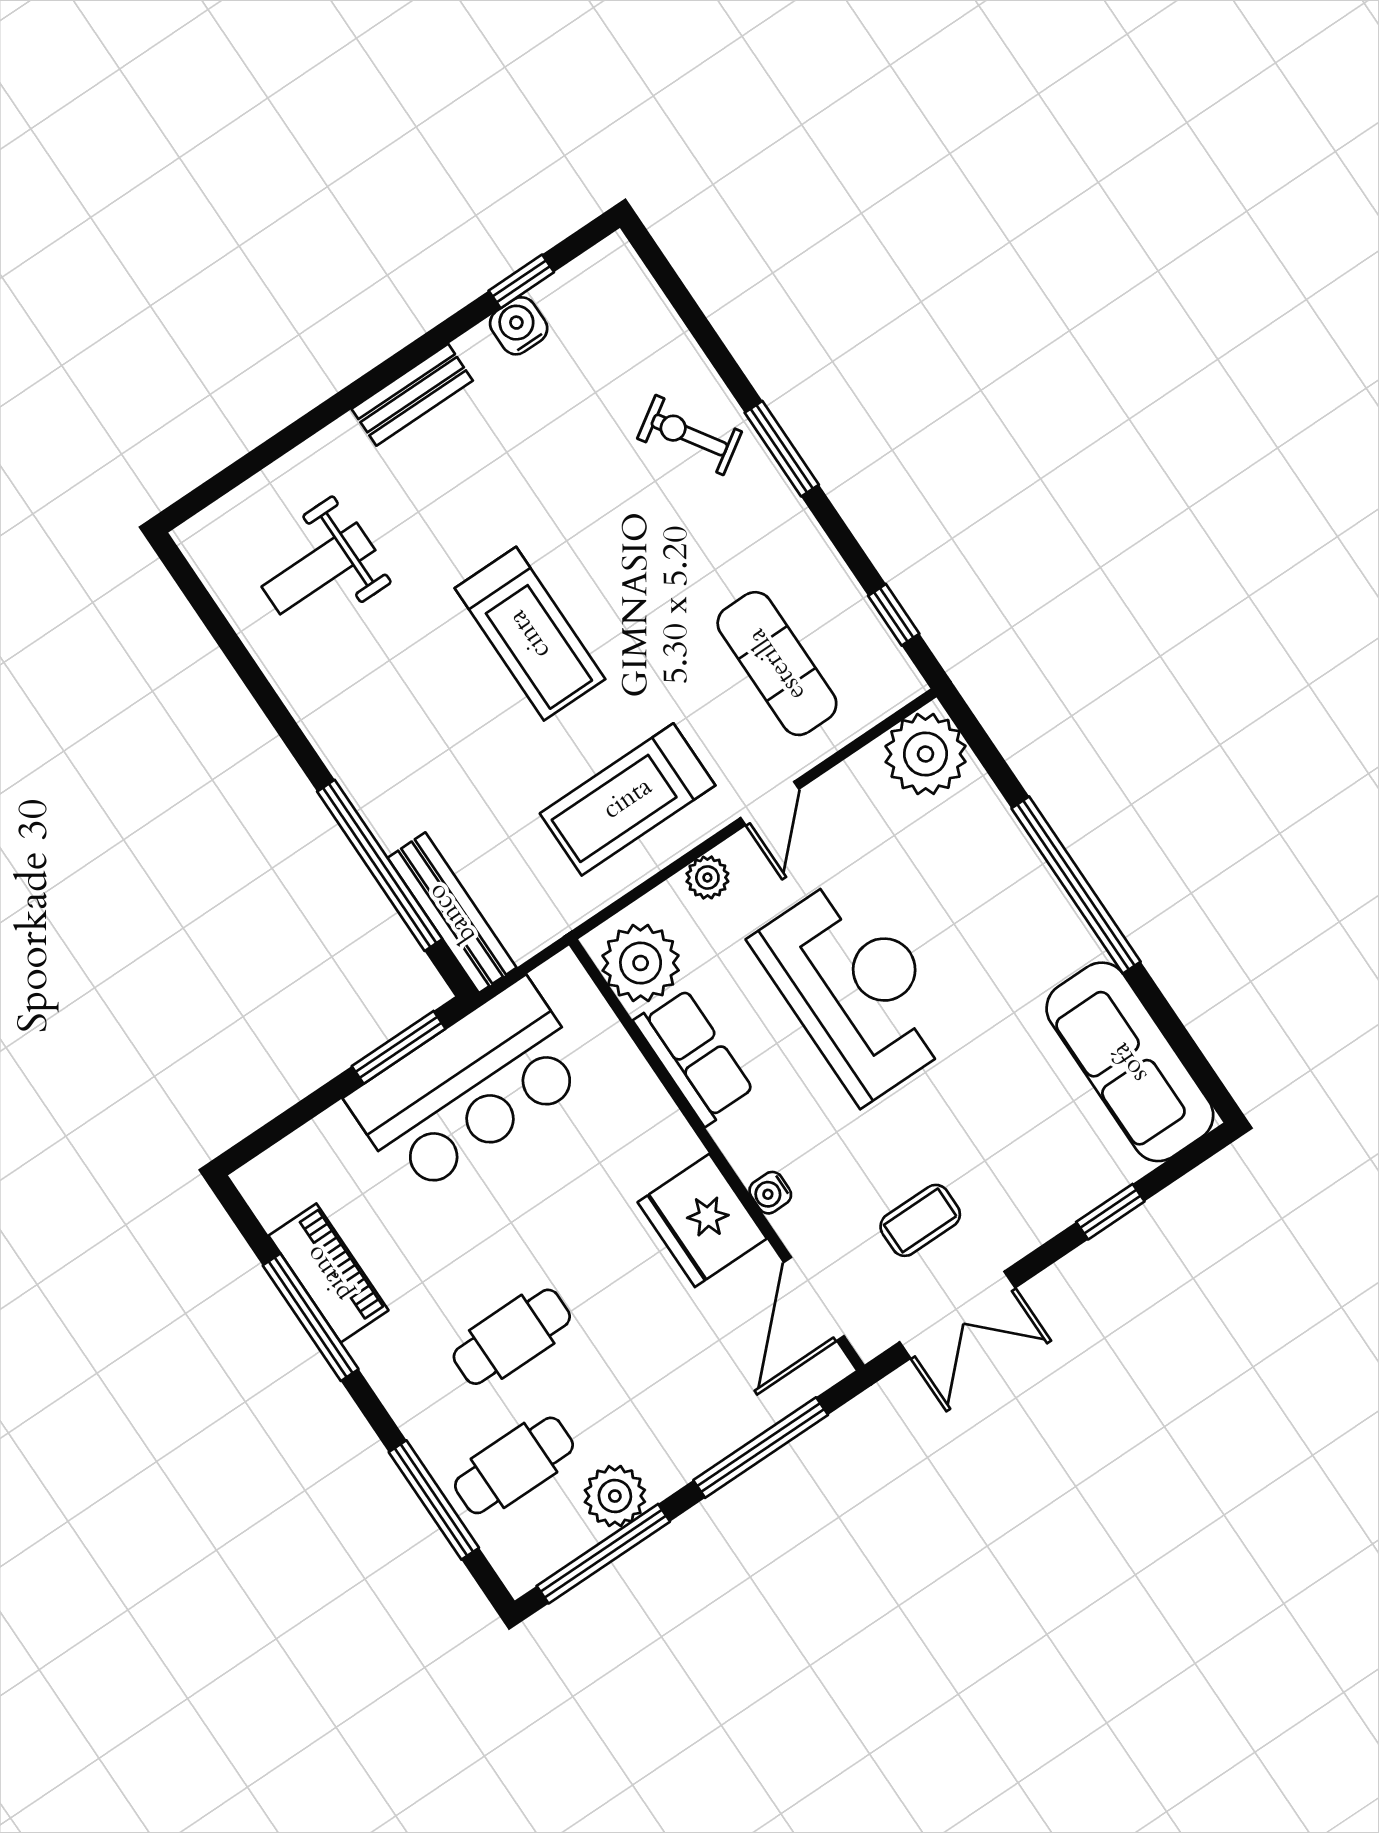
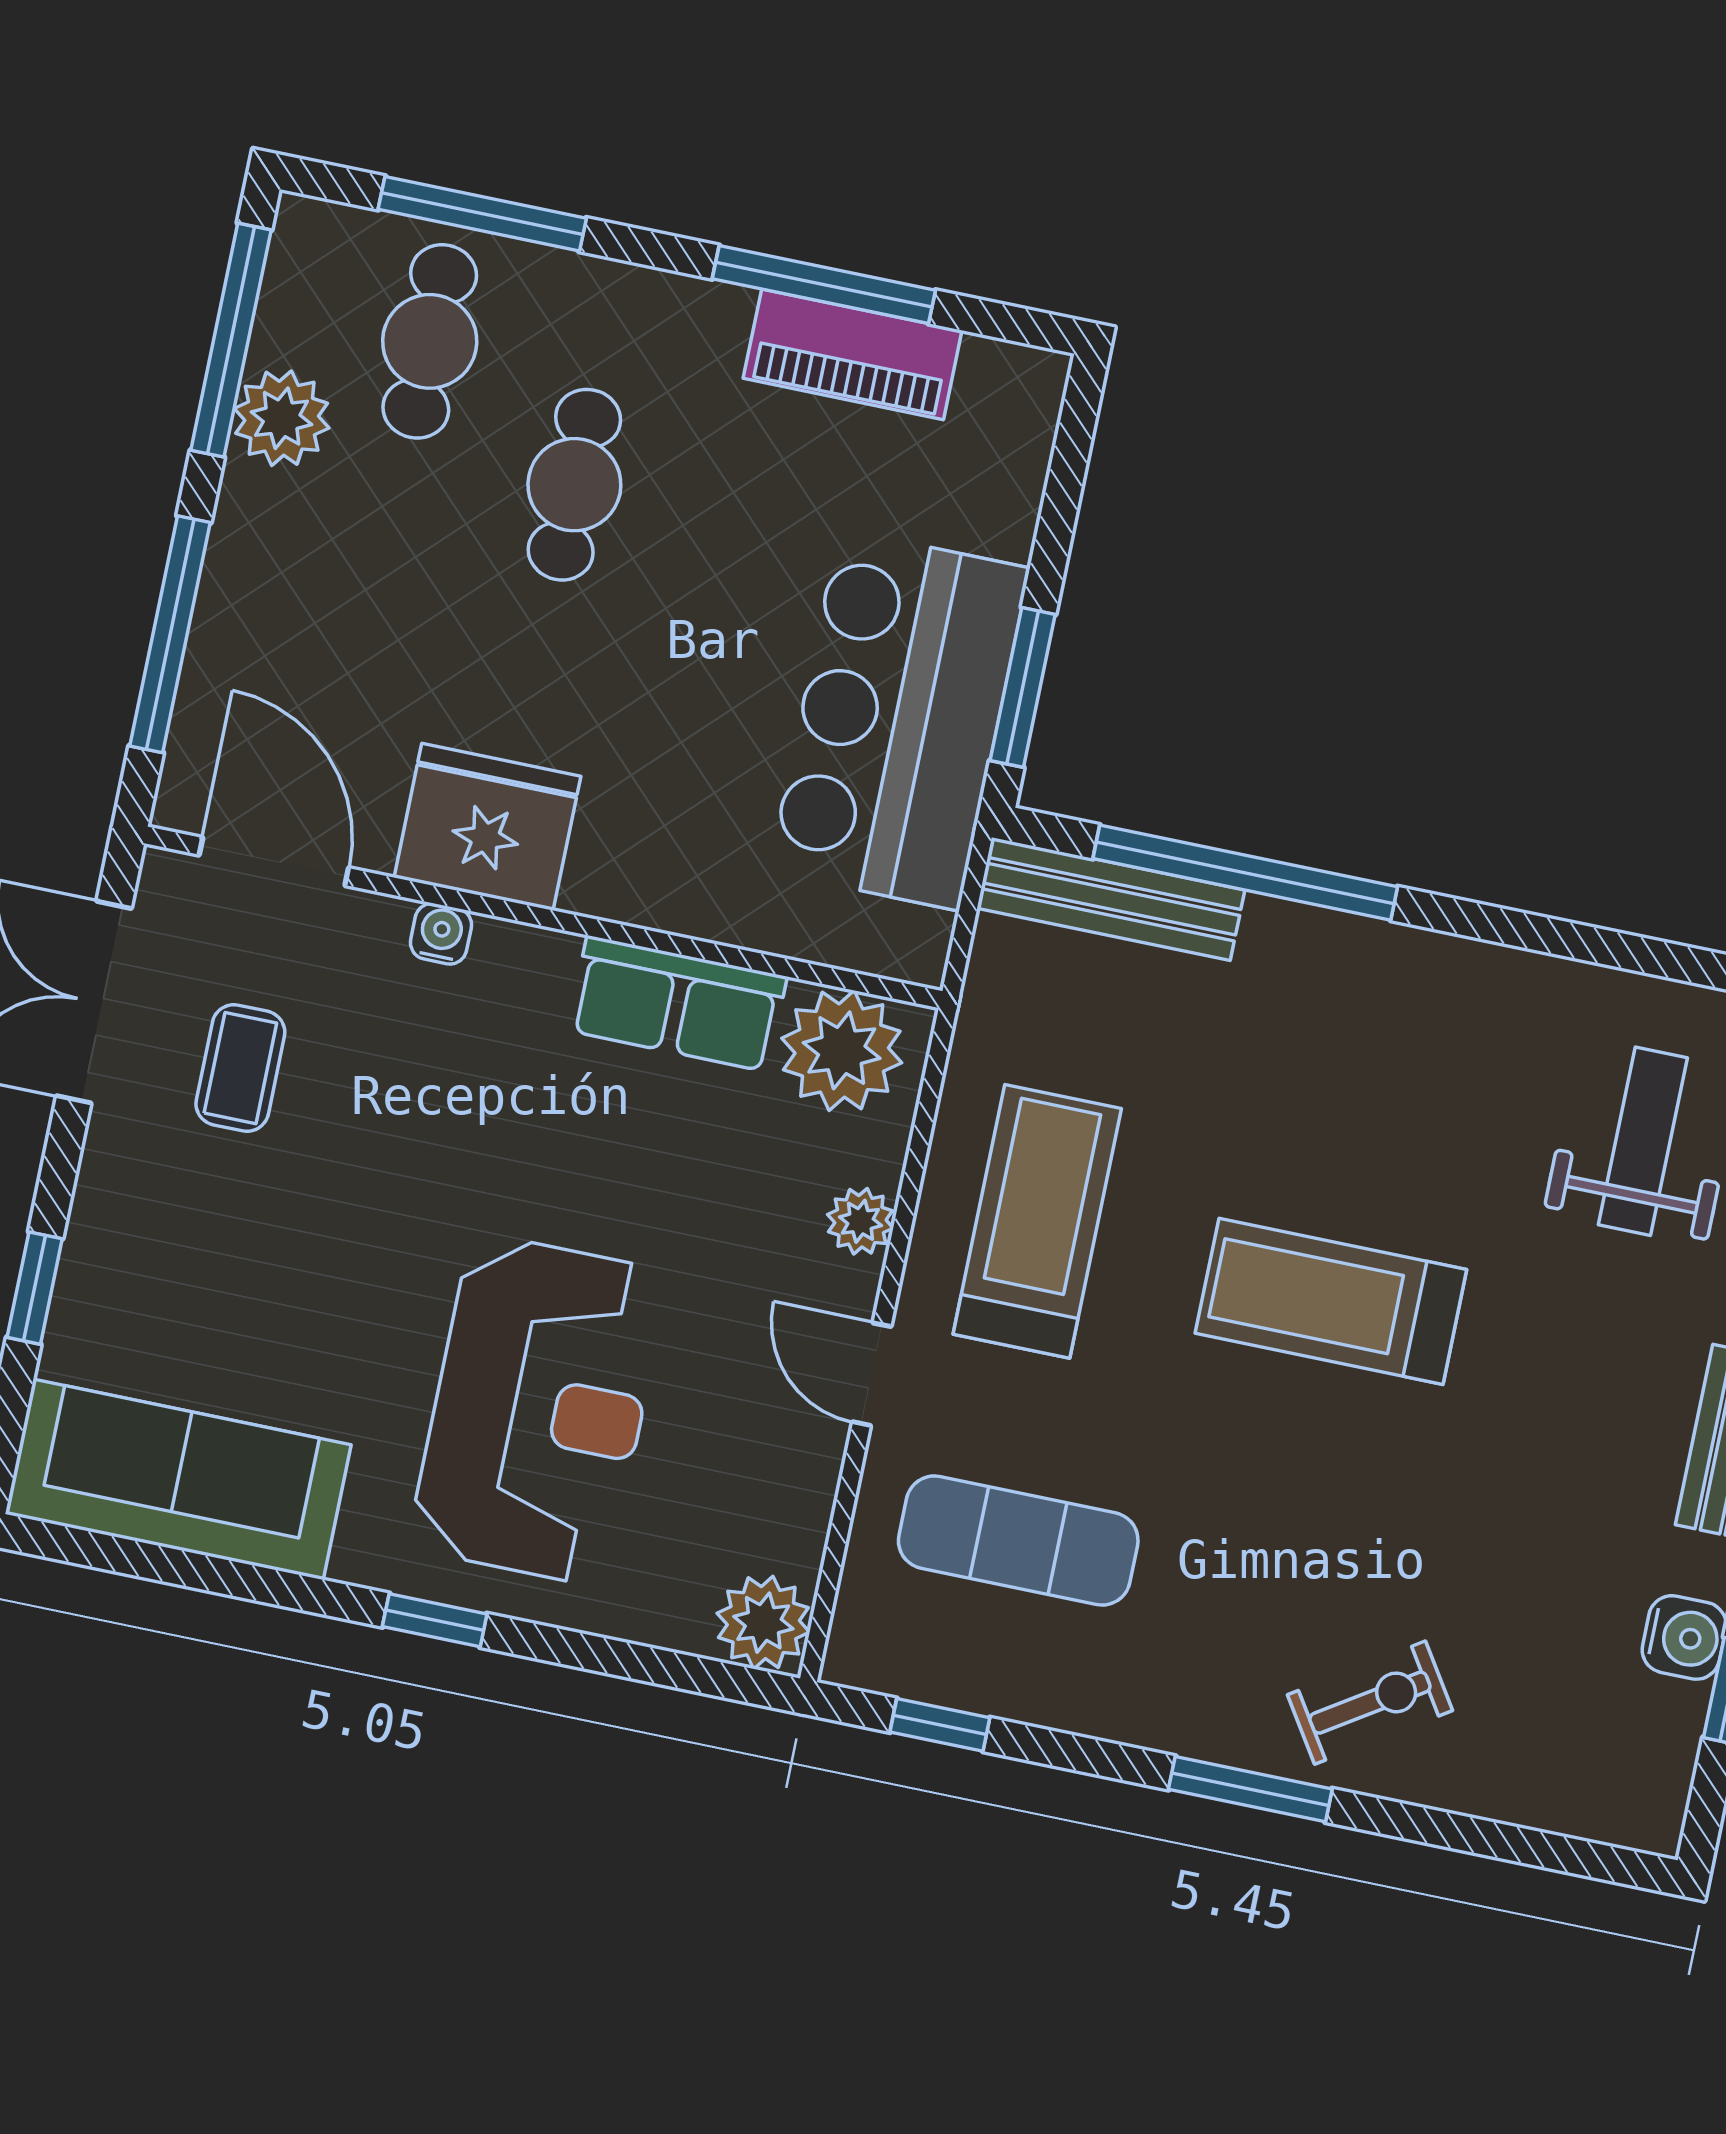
plant: (926, 754) -> (763, 1623), width x0.73, depth x0.73
window: (1076, 885) -> (435, 1620), width x0.32
reception desk: (856, 988) -> (539, 1410), moved, turned -90

